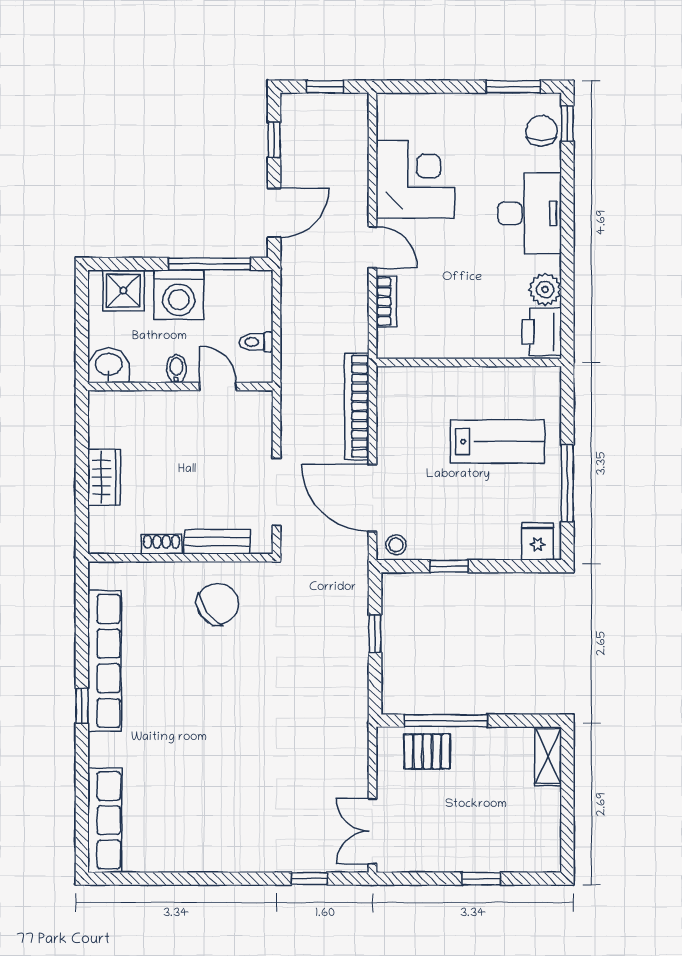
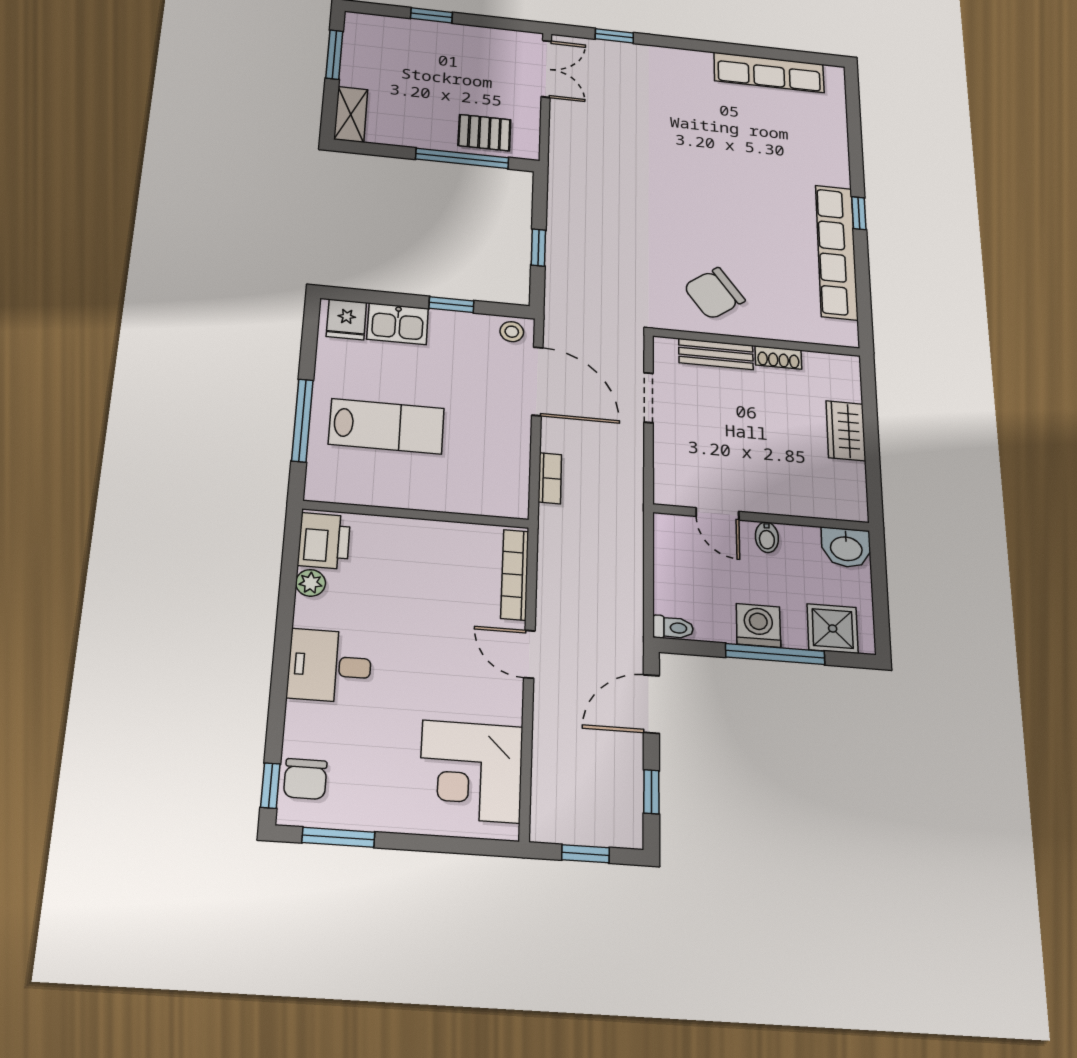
corner desk: (415, 179) -> (471, 771), moved
desk: (530, 213) -> (330, 666), width x0.73
window: (210, 264) -> (775, 654), moved
plant: (545, 290) -> (311, 583), width x0.73, depth x0.73
washing machine: (179, 295) -> (758, 625), width x0.73, depth x0.73
bookcase: (386, 301) -> (515, 575), width x1.56
toilet: (256, 342) -> (673, 628), moved
bookcase: (357, 406) -> (550, 478), width x0.43, depth x0.76
lab bench: (498, 442) -> (387, 426), turned 180
window: (567, 483) -> (302, 420), moved
doorway: (276, 492) -> (649, 398), width x0.73
kitchen sink: (494, 542) -> (398, 324), added
row of seats: (105, 820) -> (769, 72), moved, turned -90
window: (567, 821) -> (334, 55), added

